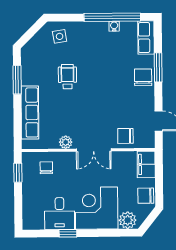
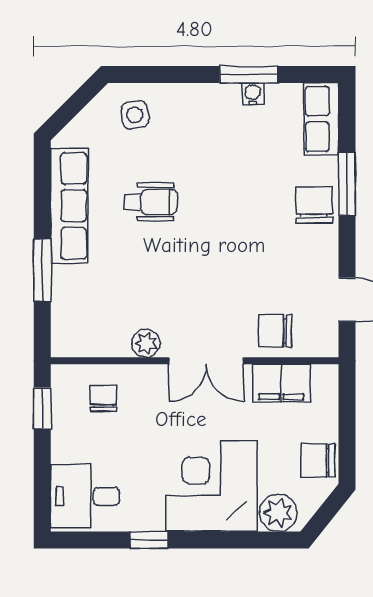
window: (112, 17) -> (249, 74), width x0.47
wheelchair: (67, 77) -> (151, 202), turned 90
window: (17, 80) -> (42, 270), moved
row of seats: (30, 112) -> (69, 206), moved
filing cabinet: (146, 164) -> (281, 383), moved, turned -90
desk: (59, 213) -> (85, 496), moved, turned 90

